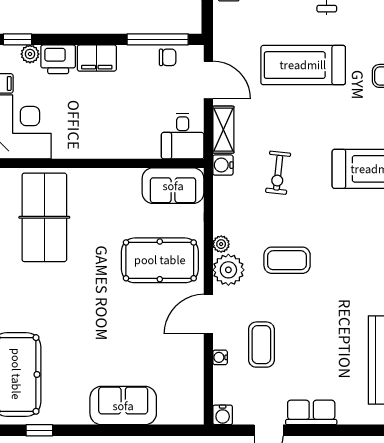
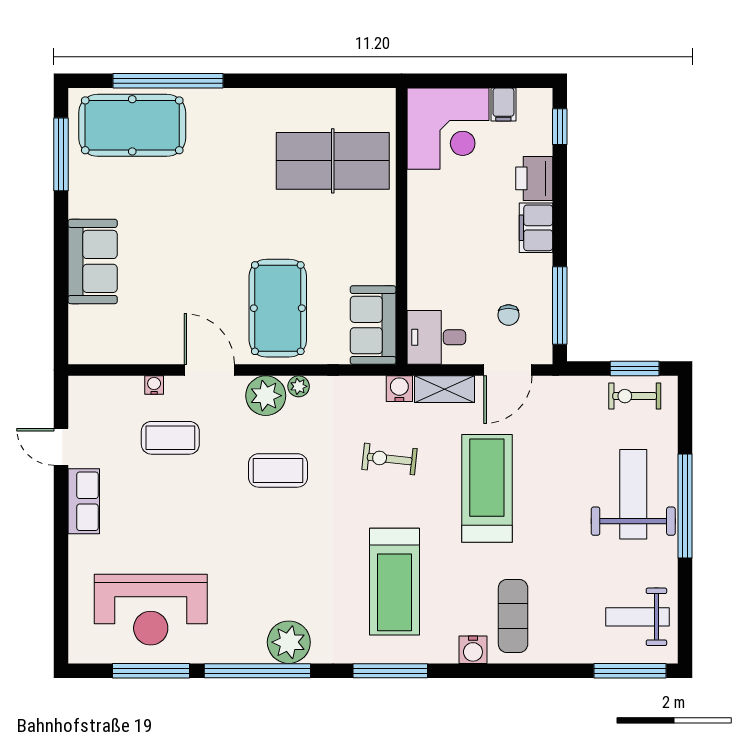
plant: (30, 54) -> (541, 143), removed
chair: (168, 57) -> (508, 315), moved
treadmill: (303, 65) -> (487, 488), moved
coffee table: (287, 260) -> (278, 470), turned 90
water cooler: (223, 415) -> (81, 388), removed
window: (39, 430) -> (61, 154), width x2.17

